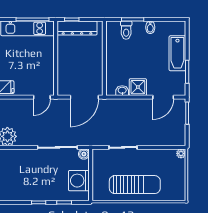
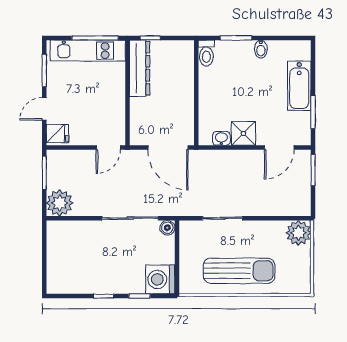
dresser: (77, 28) -> (140, 68), moved, turned -90
toilet: (126, 30) -> (206, 53), moved
door: (84, 97) -> (168, 148), hinge flipped
plant: (181, 153) -> (298, 233), width x1.88, depth x1.88
washing machine: (79, 181) -> (160, 279), moved

